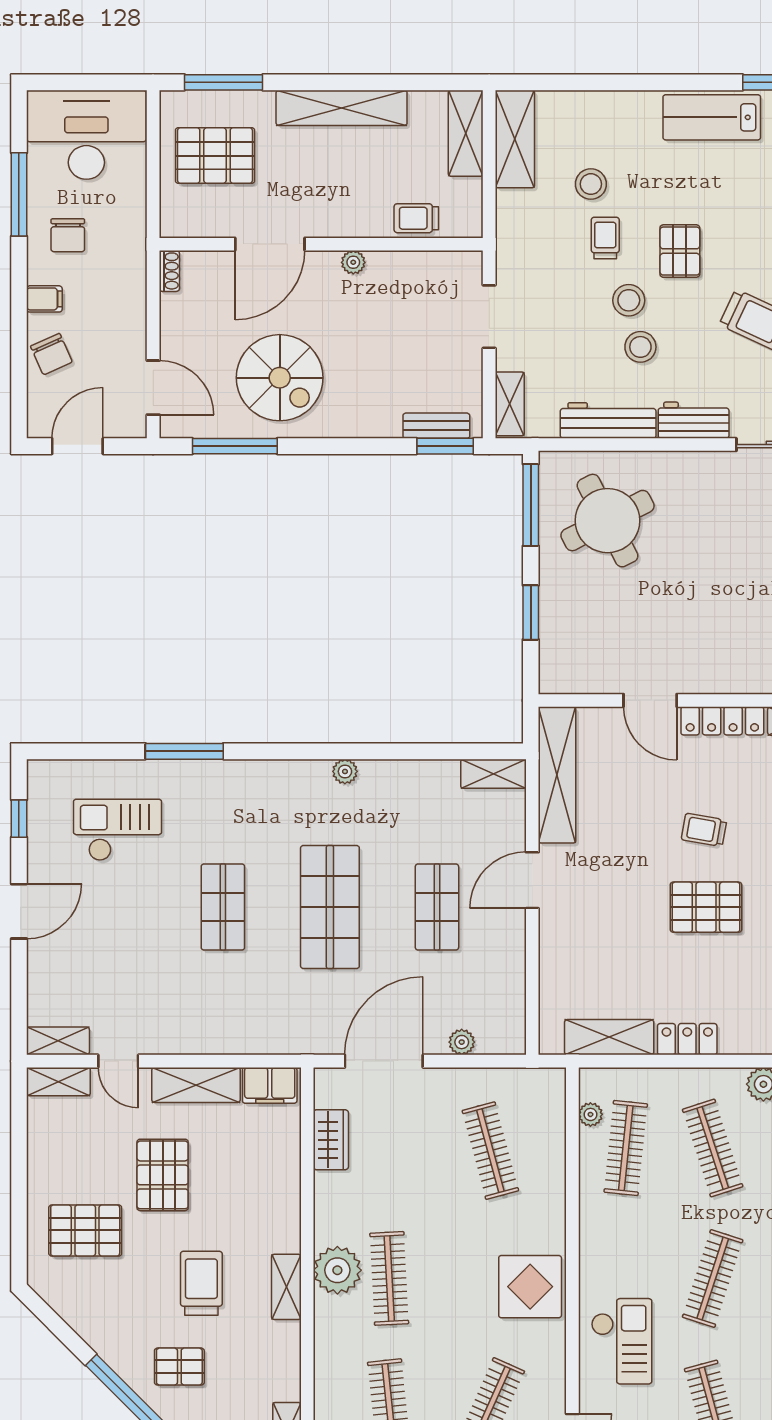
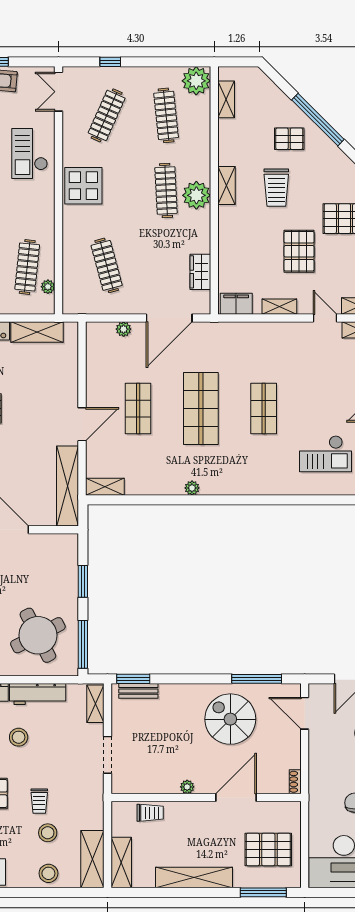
stool: (629, 300) -> (48, 873), moved
window: (184, 751) -> (286, 500), removed
shelving: (196, 1085) -> (279, 307), width x0.67, depth x0.75

